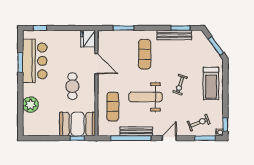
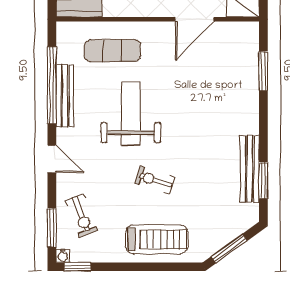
exercise mat: (145, 54) -> (213, 112), removed
treadmill: (211, 84) -> (157, 239), turned 180

